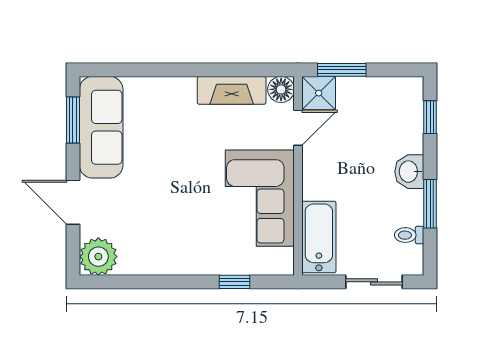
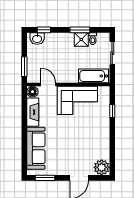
shower: (319, 93) -> (81, 40), moved
sofa: (101, 127) -> (36, 148), moved, turned 90
washbasin: (409, 172) -> (37, 39), moved

